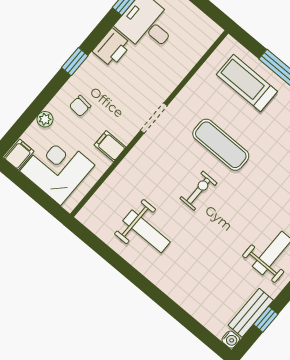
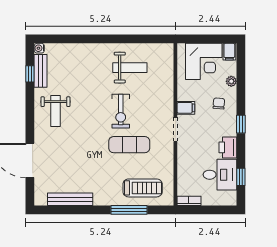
bookcase: (207, 24) -> (189, 201), added
filing cabinet: (110, 146) -> (186, 108), moved
exercise bike: (198, 191) -> (121, 111), width x1.38, depth x1.39
weight bench: (147, 231) -> (130, 68), turned 180

